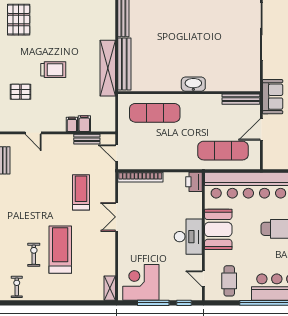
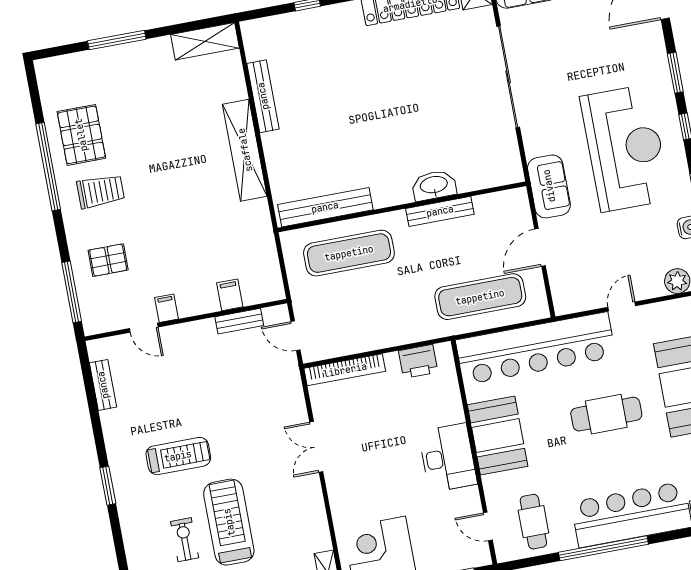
bench: (124, 64) -> (325, 207), moved, turned 90
shelving: (108, 68) -> (245, 150), moved
trolley: (53, 70) -> (101, 191), moved
washbasin: (193, 84) -> (434, 185), moved
bench: (241, 99) -> (440, 211), moved
filing cabinet: (72, 124) -> (167, 308), moved
printer: (194, 182) -> (418, 361), moved, turned -90
treadmill: (81, 192) -> (178, 456), moved, turned 90

